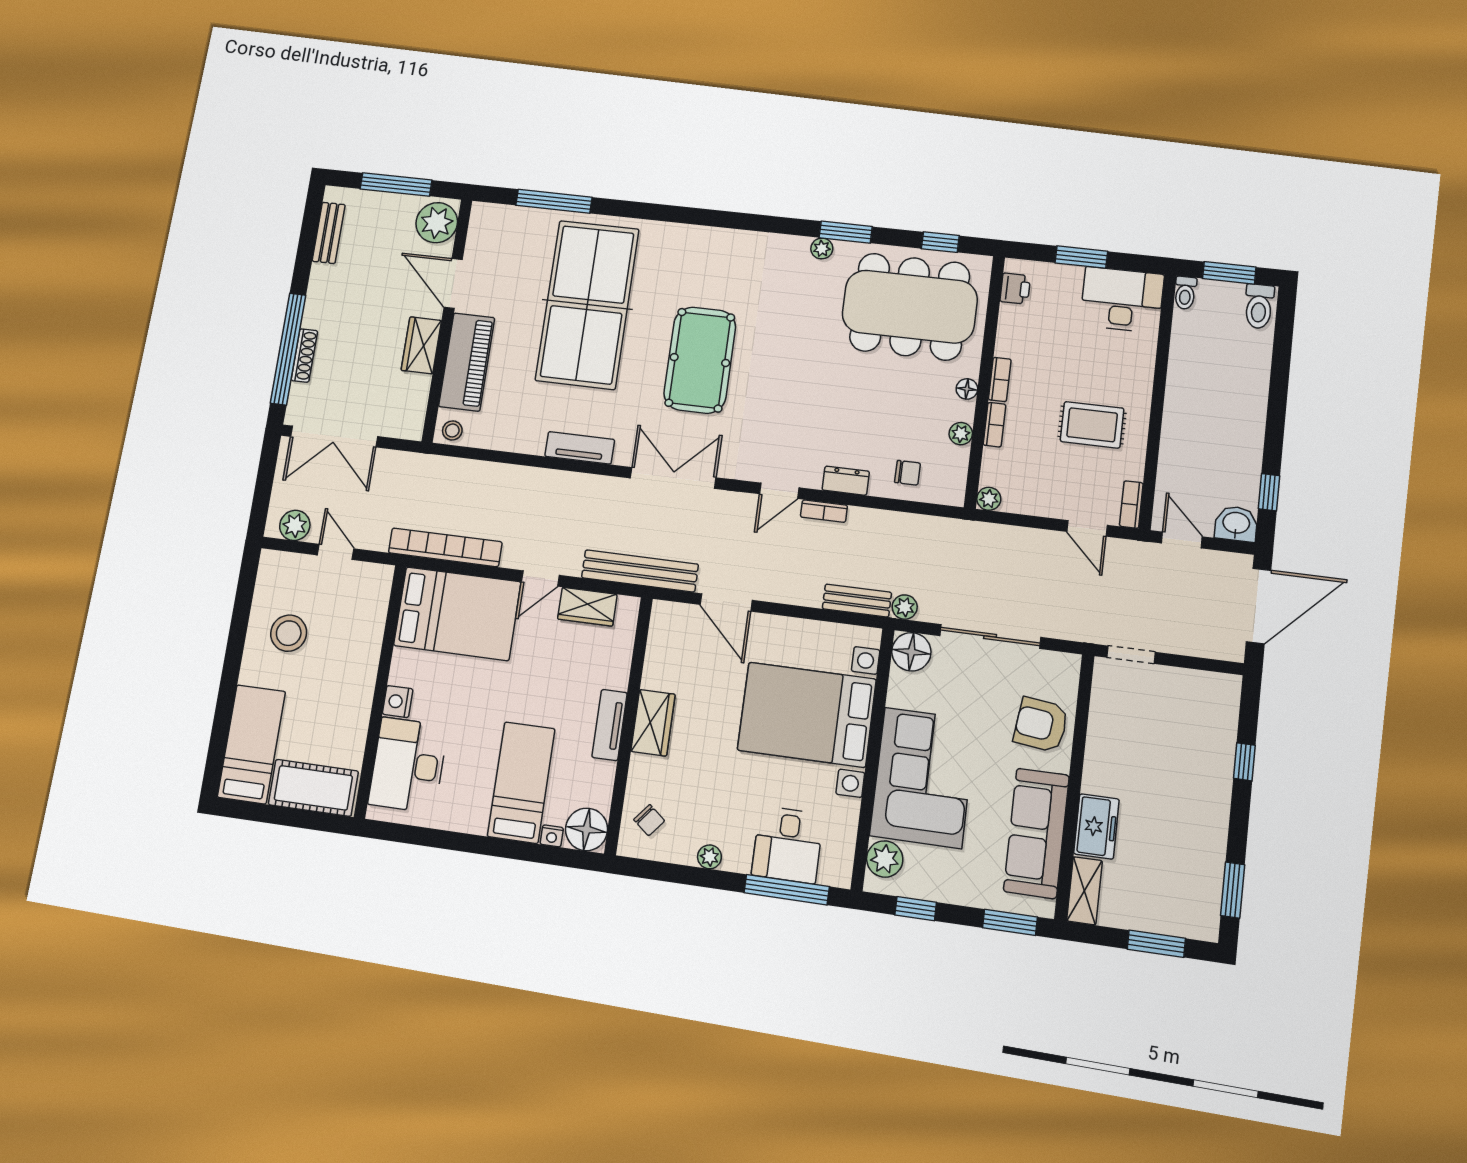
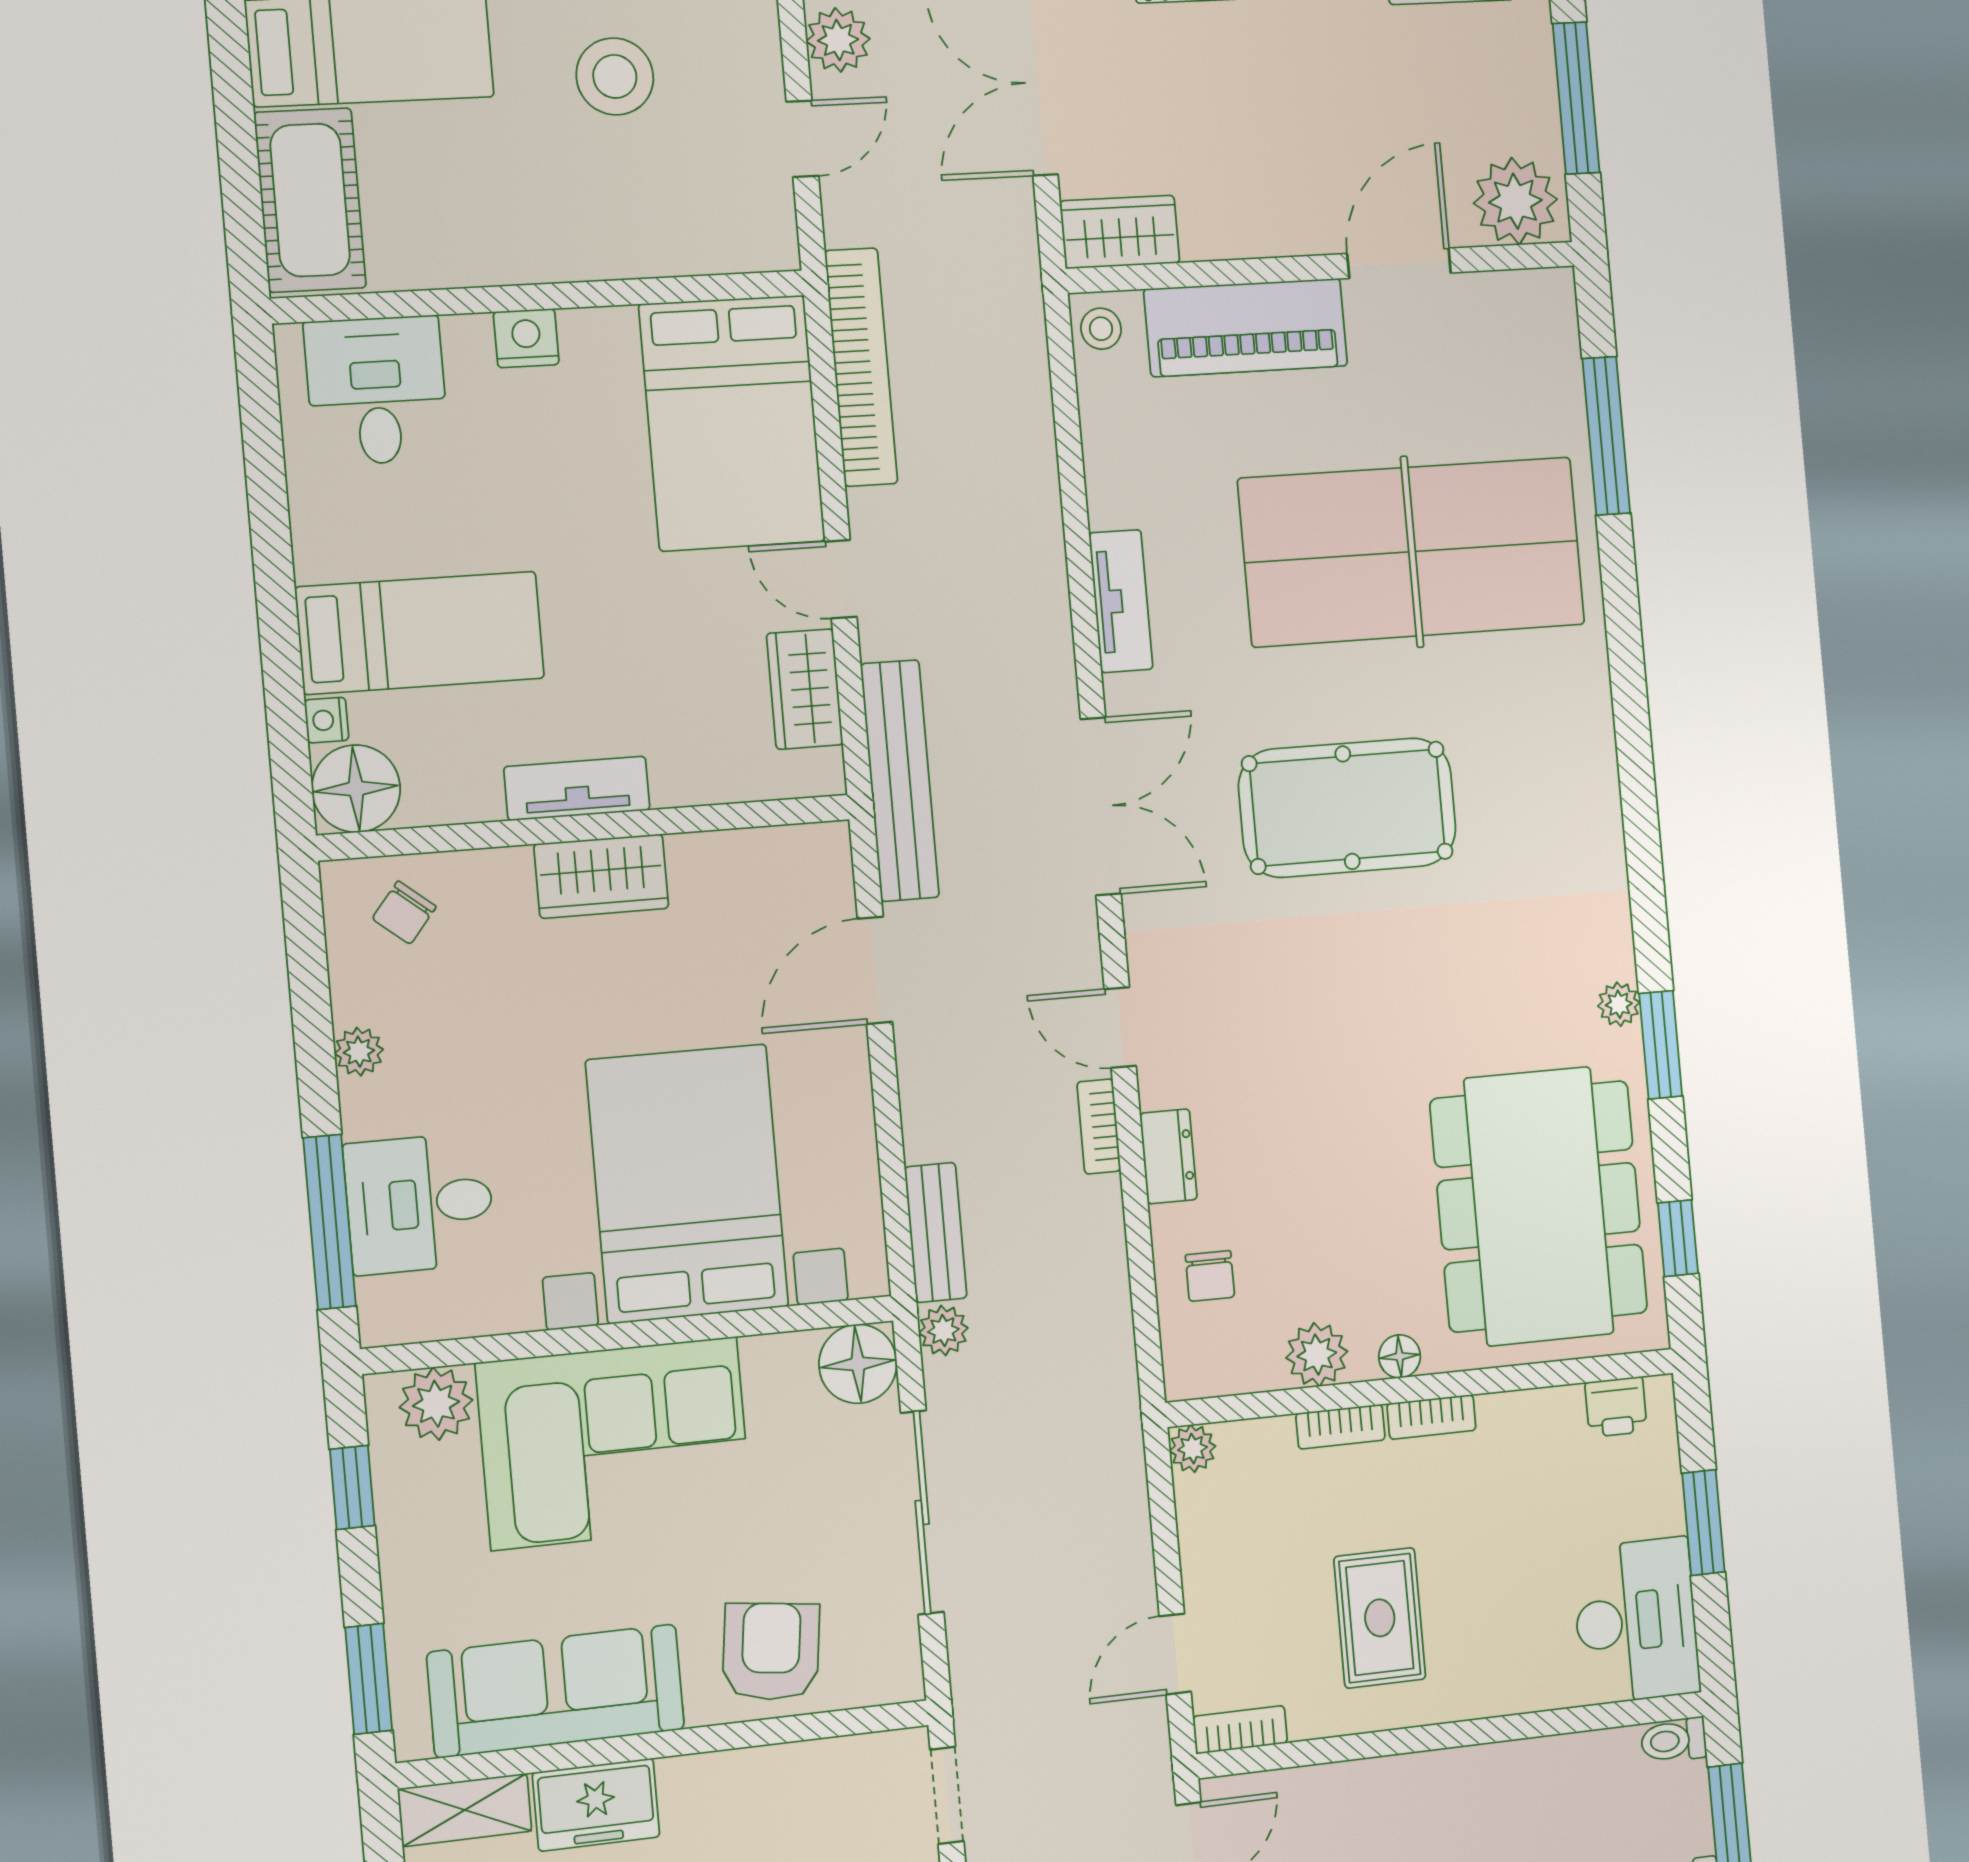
wardrobe: (421, 345) -> (1120, 232), moved
plant: (961, 434) -> (1317, 1355), width x1.38, depth x1.38
desk: (408, 765) -> (377, 391), width x0.73

